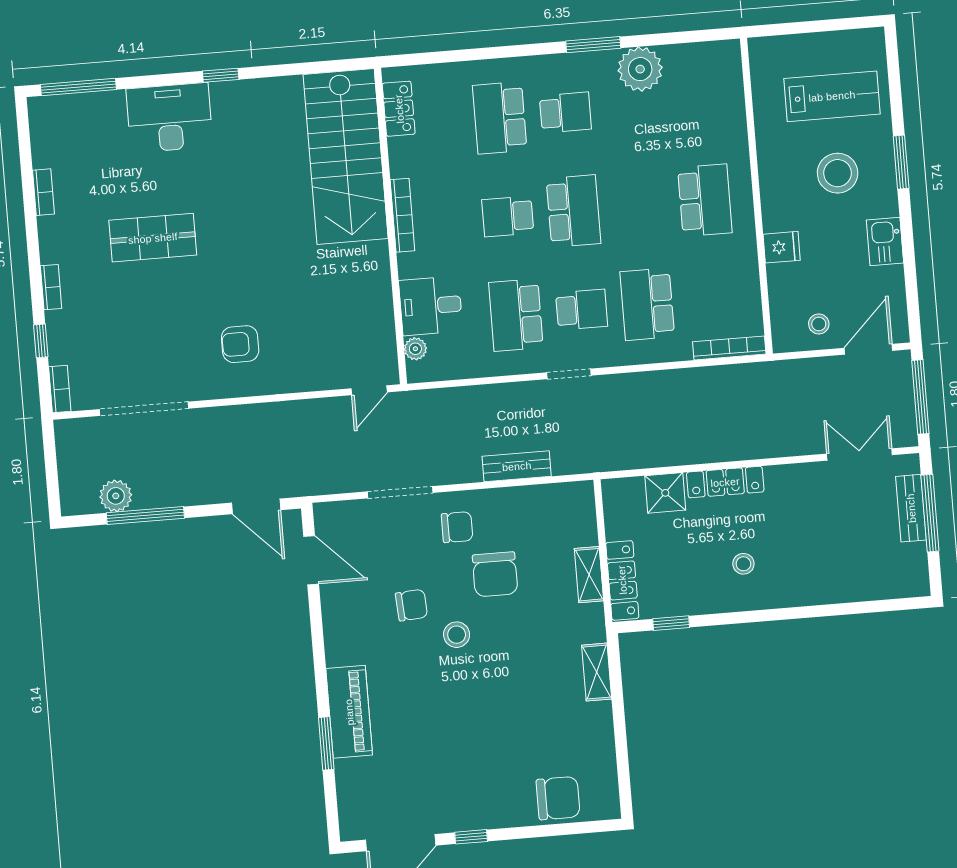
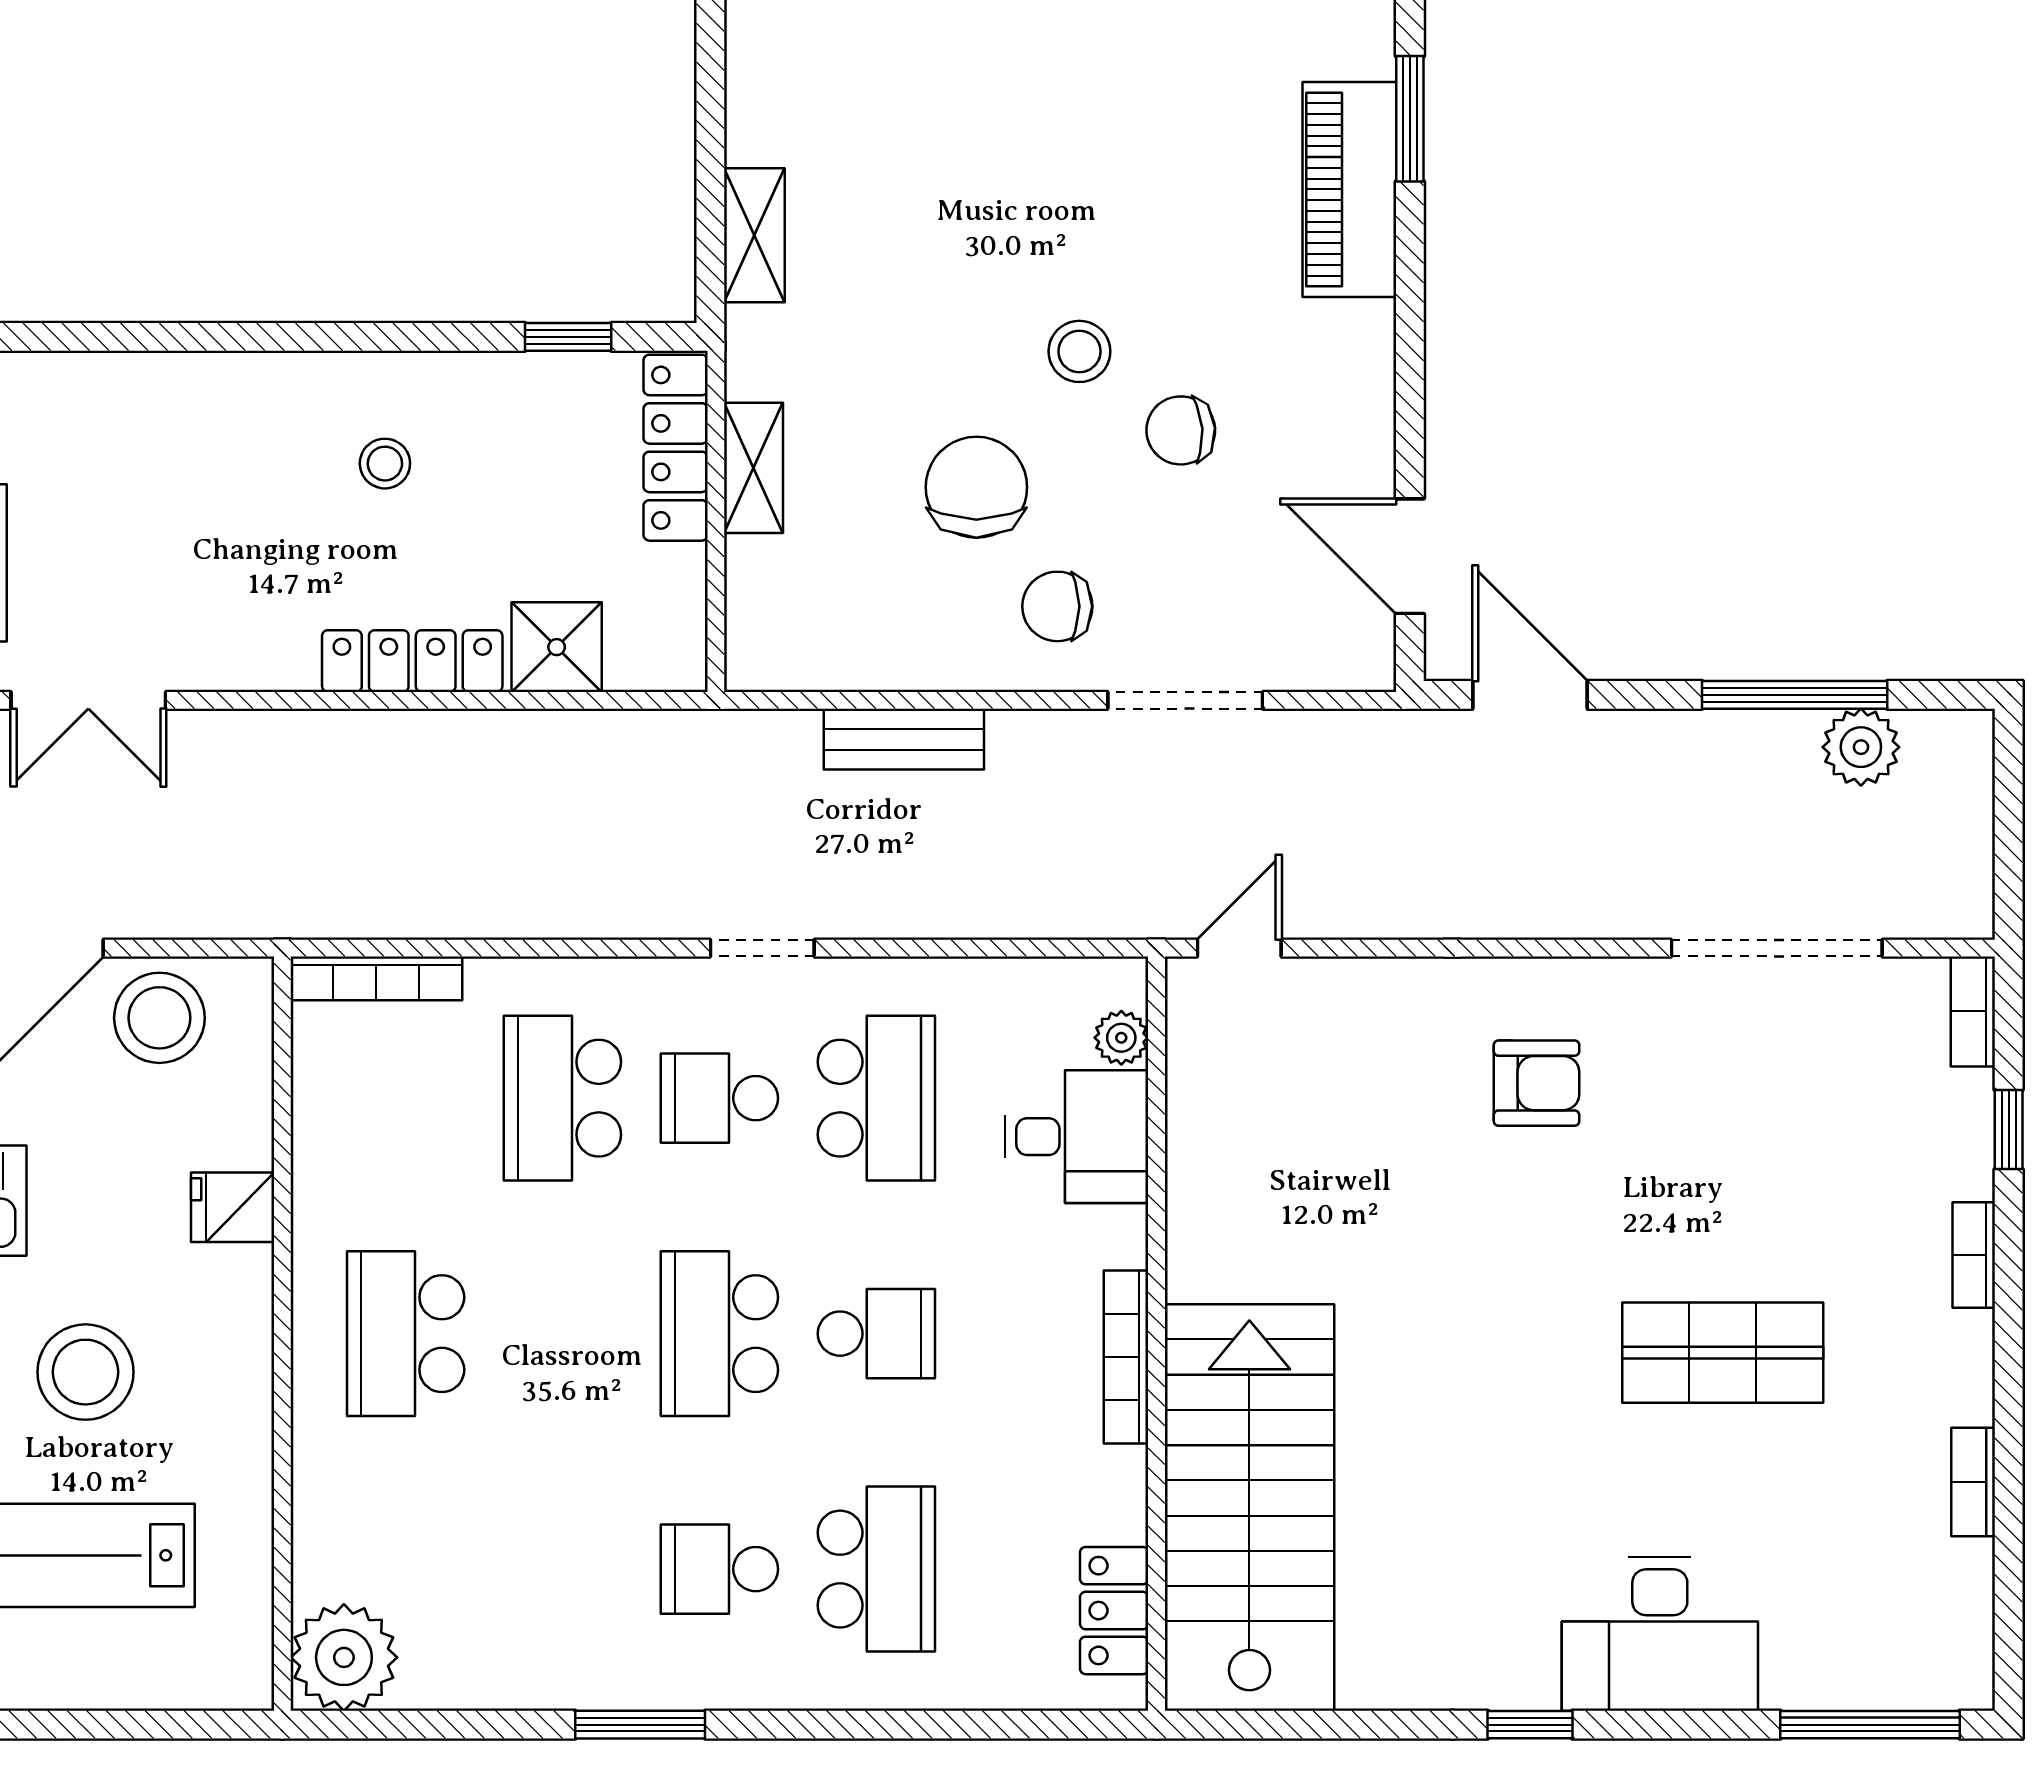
plant: (640, 69) -> (344, 1657), moved
school desk: (647, 304) -> (562, 1098), turned 180
stool: (819, 324) -> (159, 1018), width x1.89, depth x1.89

